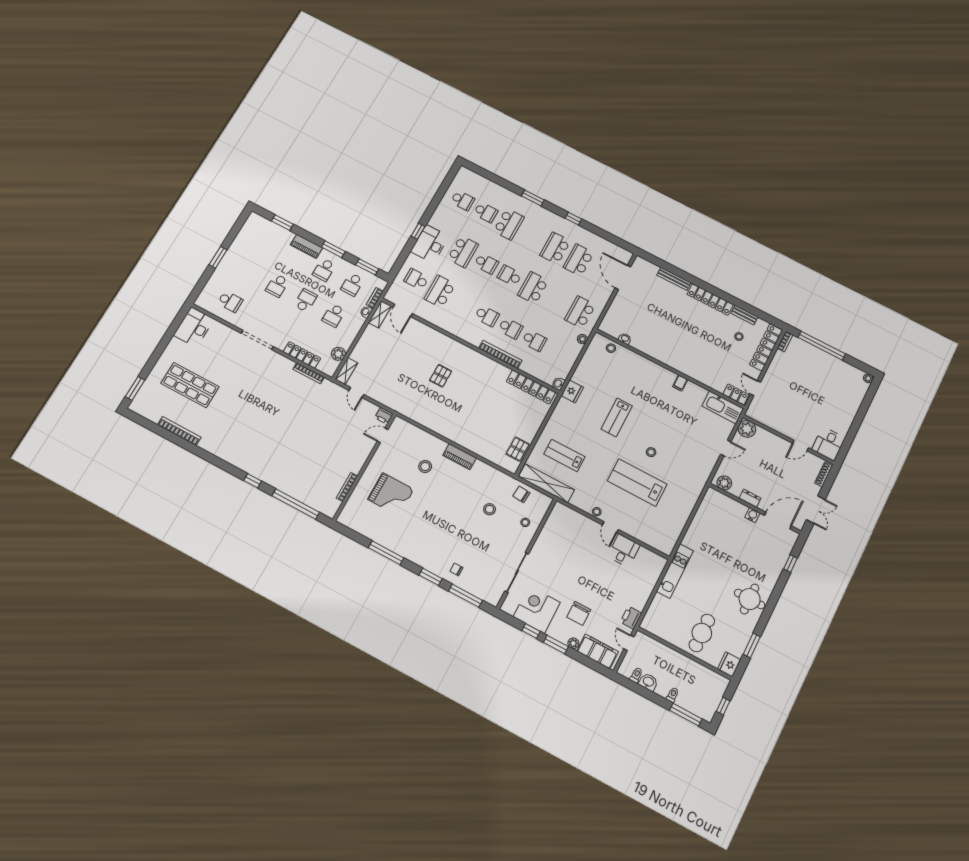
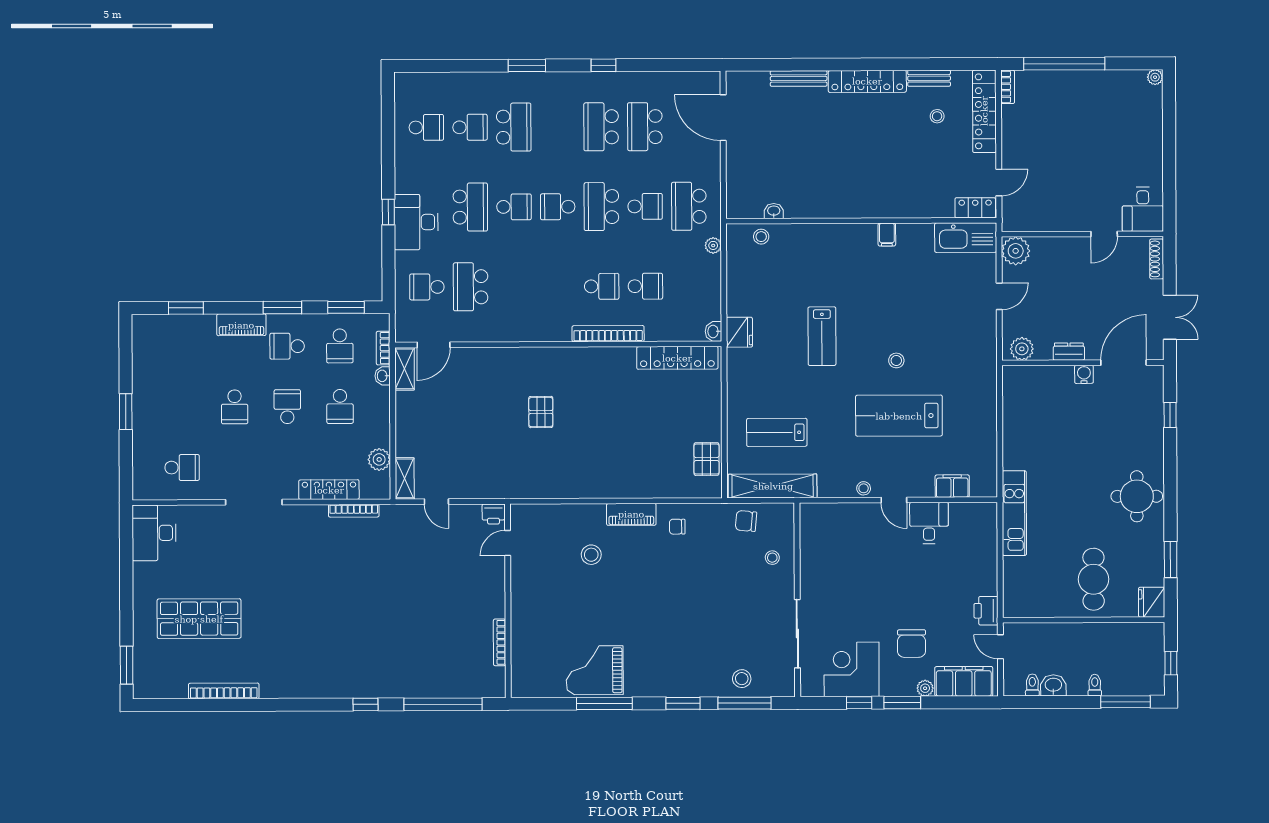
school desk: (324, 270) -> (287, 346), turned 90
door: (403, 310) -> (434, 345), hinge flipped
school desk: (487, 316) -> (645, 206), moved
door: (756, 388) -> (999, 183), swing flipped
grand piano: (391, 494) -> (595, 670), moved, turned 180
stool: (490, 509) -> (742, 679), moved
filing cabinet: (647, 537) -> (952, 486), added
chair: (456, 569) -> (677, 527), moved

